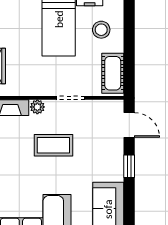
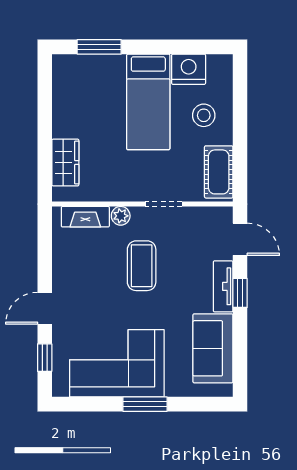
coffee table: (53, 145) -> (142, 266), turned 90
tv unit: (116, 161) -> (223, 286), added

